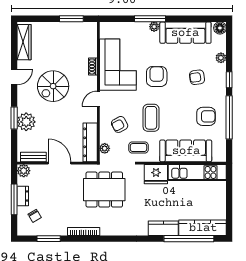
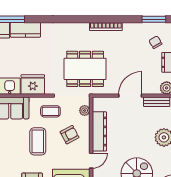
dresser: (90, 142) -> (99, 131), moved
door: (60, 163) -> (130, 96), swing flipped
window: (49, 239) -> (154, 19), moved

